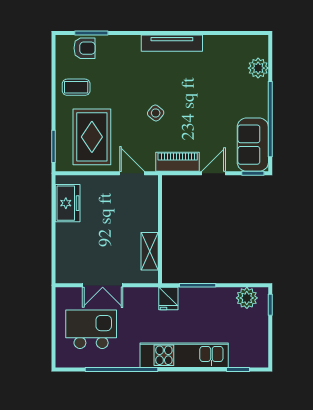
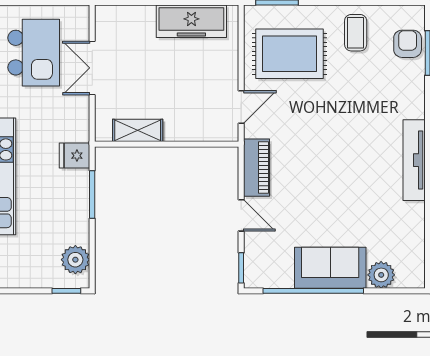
armchair: (84, 48) -> (408, 44), turned 180
side table: (156, 113) -> (321, 138), removed
sofa: (253, 145) -> (330, 268), moved
freezer: (68, 203) -> (191, 21), width x1.40

